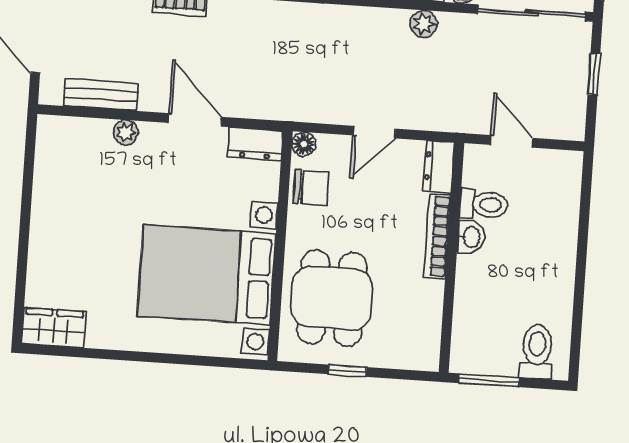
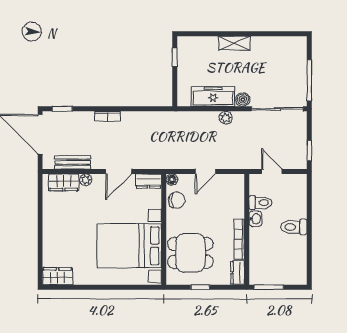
window: (594, 74) -> (309, 151), moved
door: (195, 120) -> (119, 171), swing flipped
wardrobe: (80, 135) -> (64, 182), added
dresser: (439, 166) -> (238, 273), moved
bookcase: (437, 236) -> (239, 239), moved
dining table: (332, 298) -> (190, 253), turned 90
toilet: (537, 352) -> (294, 227), moved, turned -90

